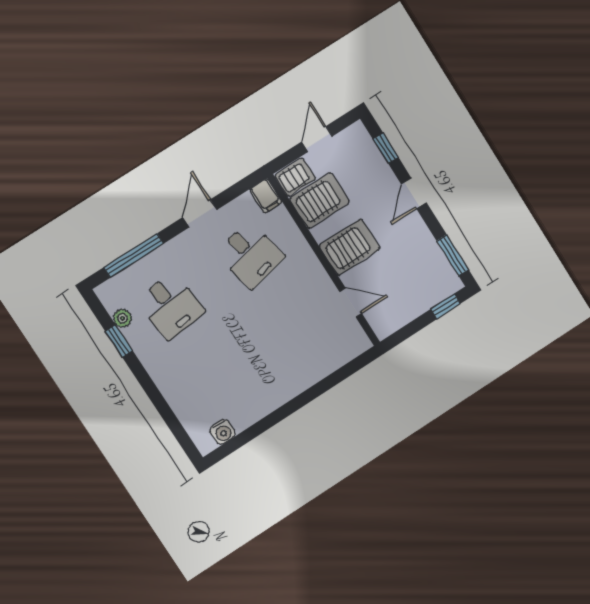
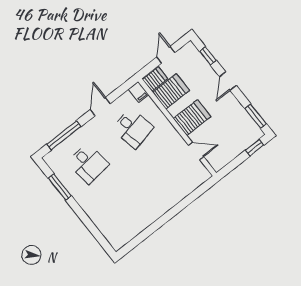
plant: (123, 318) -> (61, 173), removed
window: (119, 341) -> (60, 187), width x1.50
water cooler: (223, 432) -> (126, 236), removed

